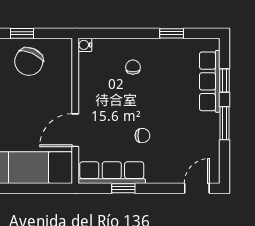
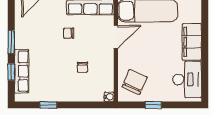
chair: (29, 62) -> (135, 82), moved
chair: (133, 67) -> (82, 67), moved

